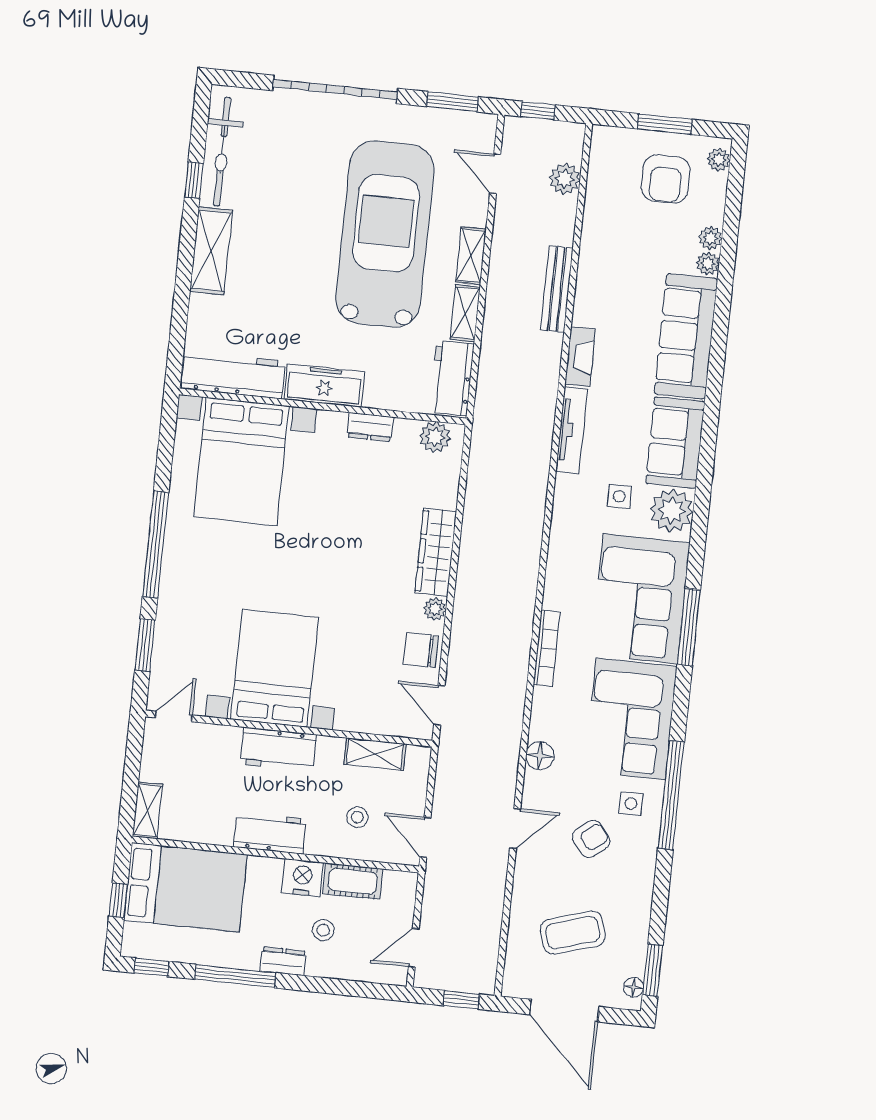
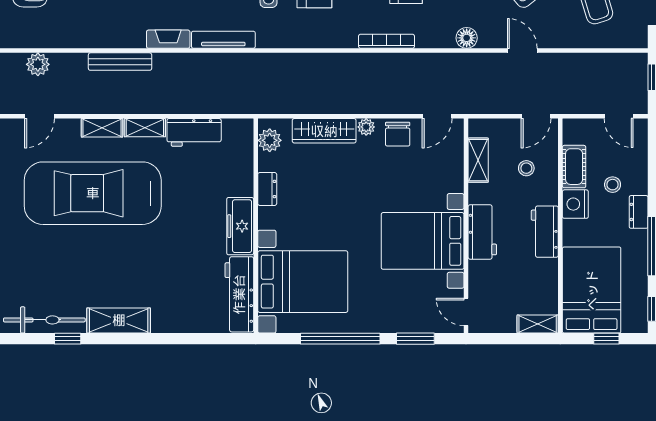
workbench: (233, 375) -> (239, 294), moved
freezer: (324, 386) -> (240, 226), moved
wall: (323, 406) -> (256, 226), moved
dresser: (370, 427) -> (267, 189), moved
plant: (435, 437) -> (270, 140), moved
bed with nightstands: (241, 461) -> (303, 282), moved

